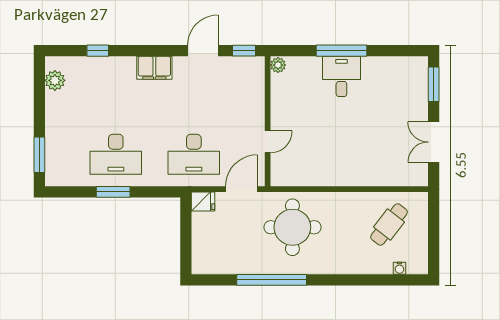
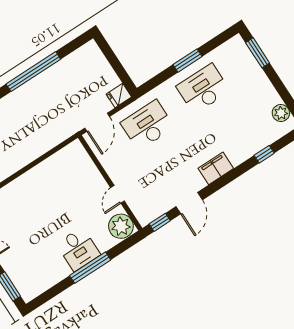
plant: (278, 65) -> (121, 226), width x1.87, depth x1.87
door: (268, 142) -> (118, 194), moved
round table: (292, 227) -> (43, 119), removed

